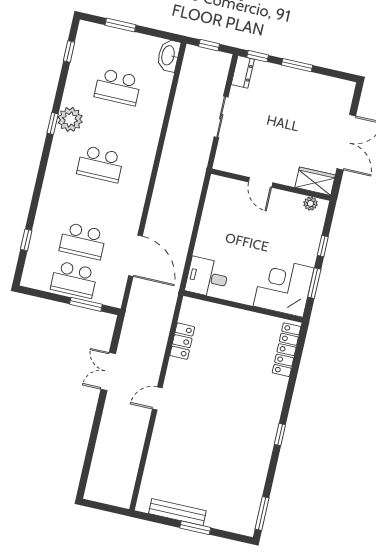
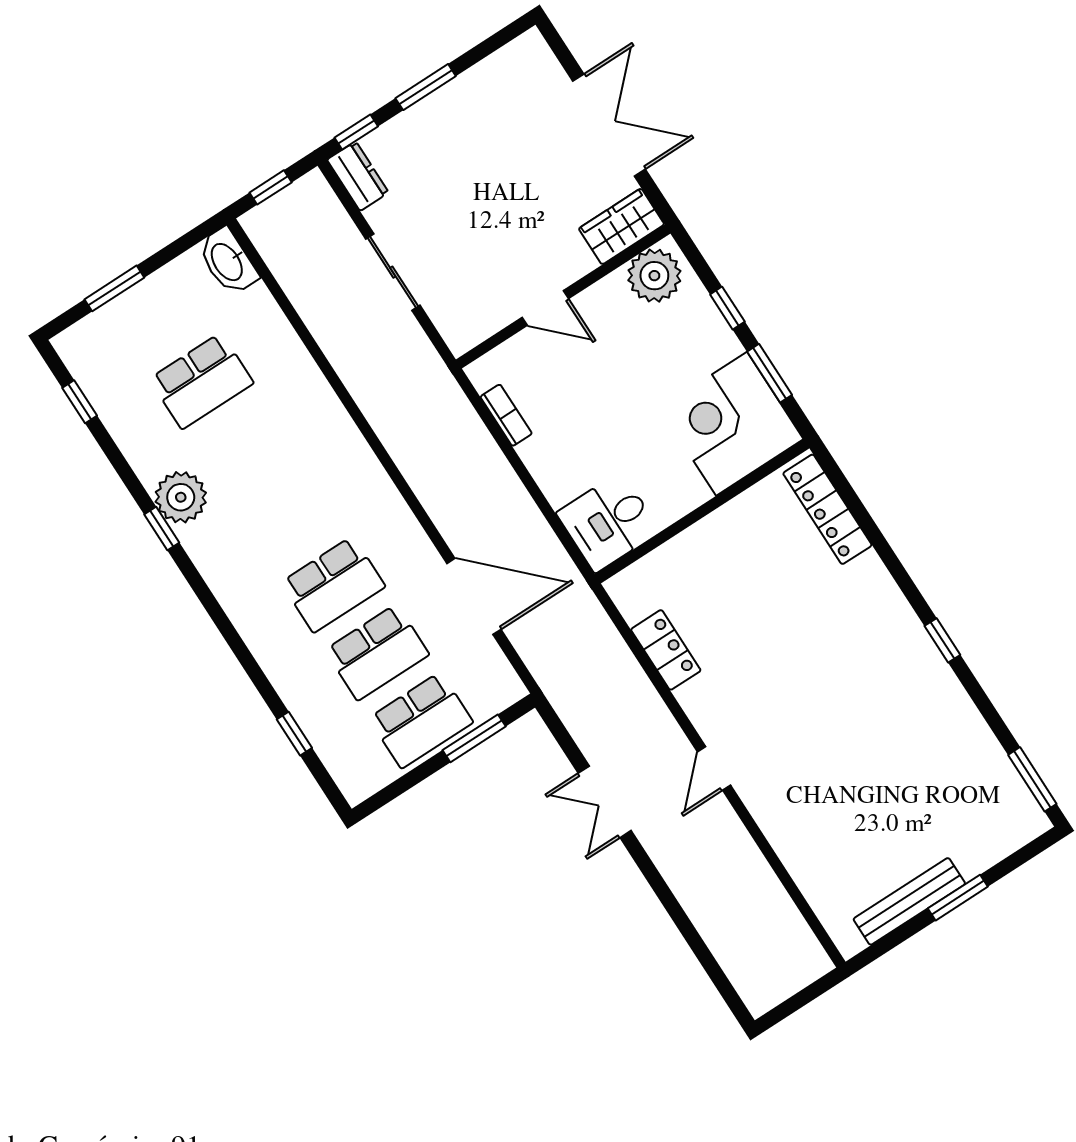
school desk: (100, 164) -> (333, 584), moved
plant: (311, 204) -> (654, 276), width x1.88, depth x1.88
bookcase: (210, 205) -> (506, 415), added

